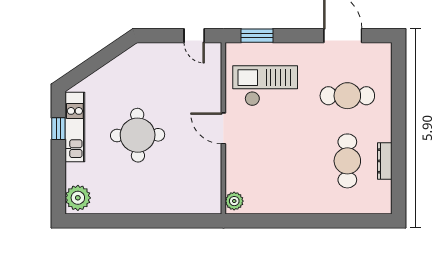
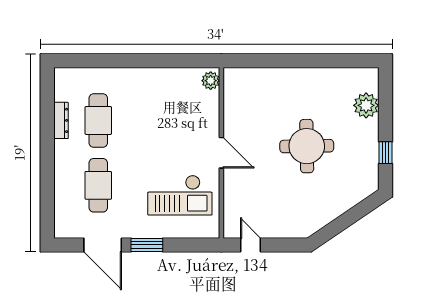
window: (257, 36) -> (147, 245), moved
cafe table: (347, 96) -> (98, 185), turned 90
kitchen unit: (75, 127) -> (369, 154), removed
plant: (78, 198) -> (366, 105), moved

